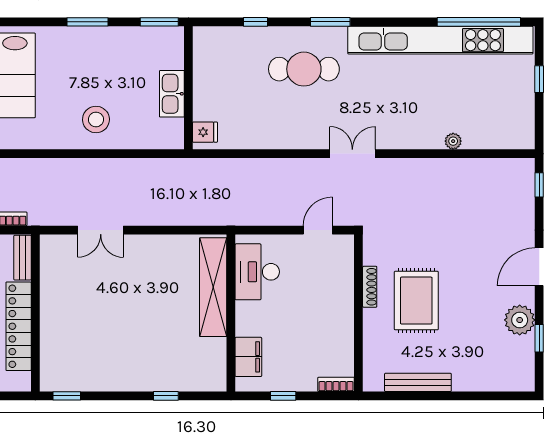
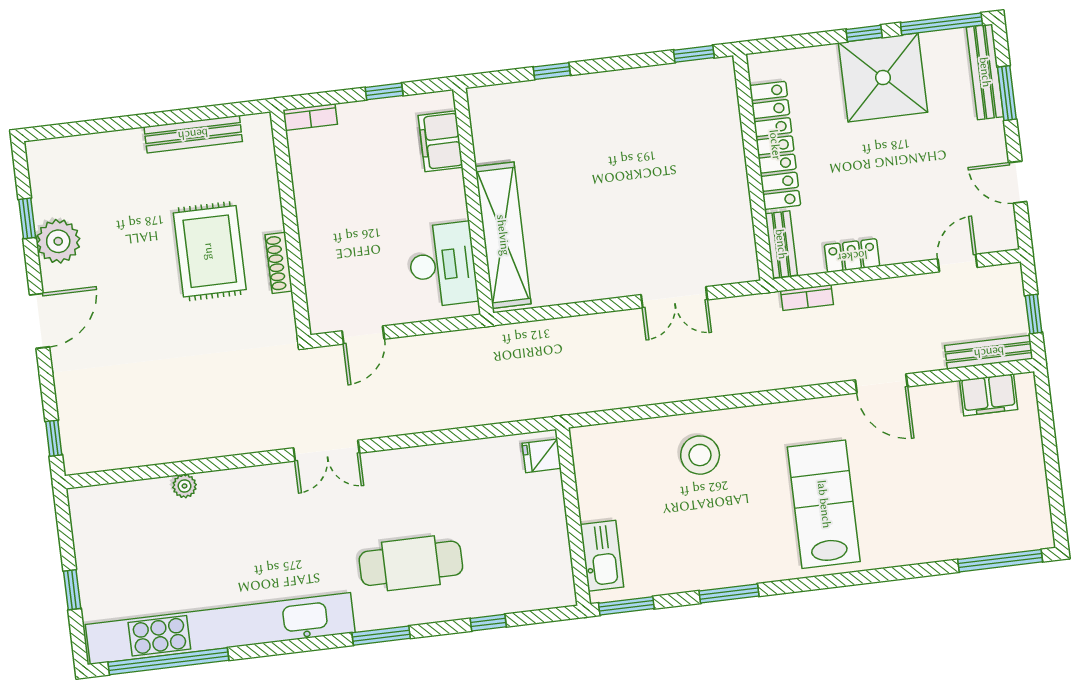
kitchen sink: (172, 94) -> (602, 556), moved
double door: (101, 230) -> (674, 297), swing flipped

